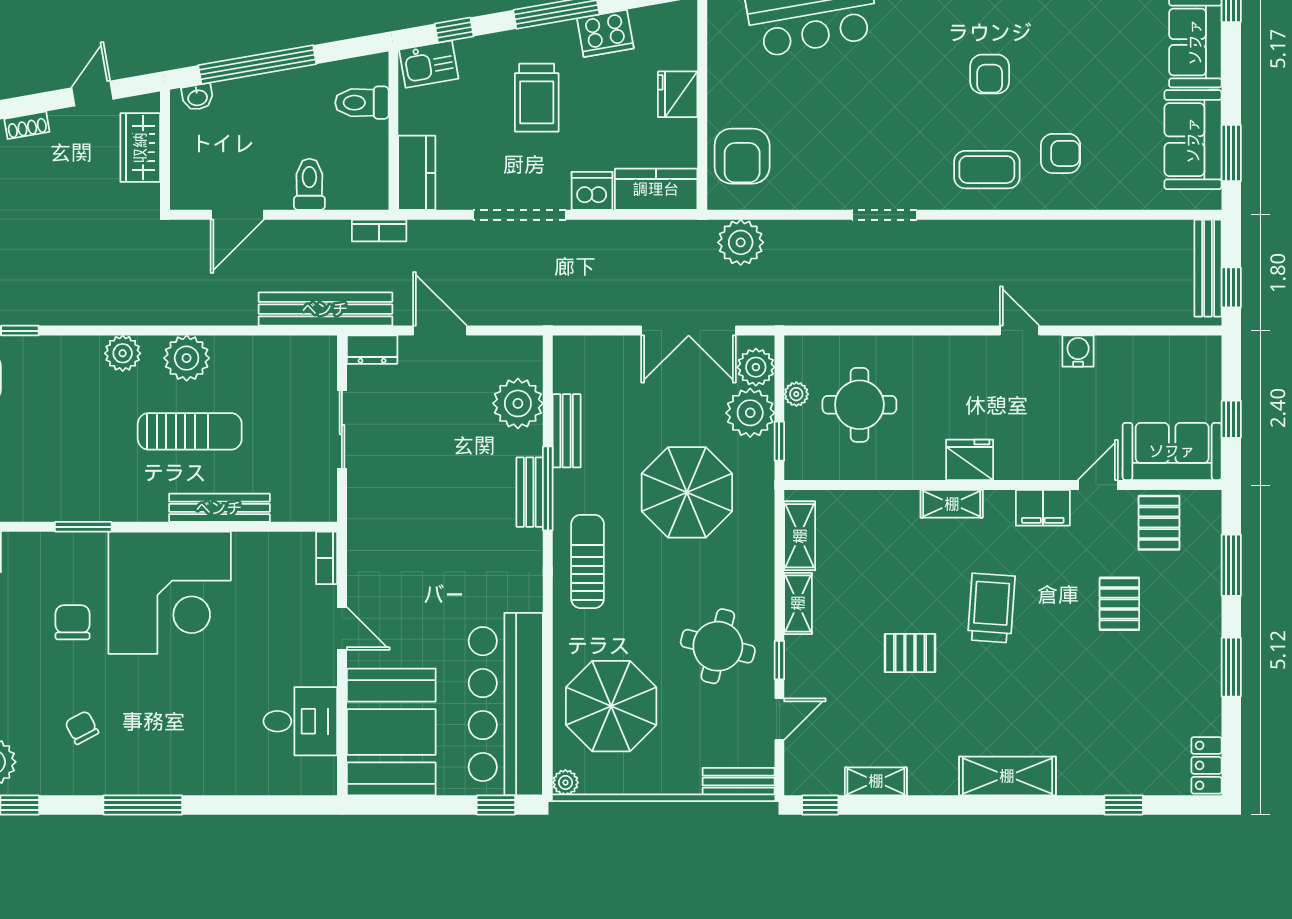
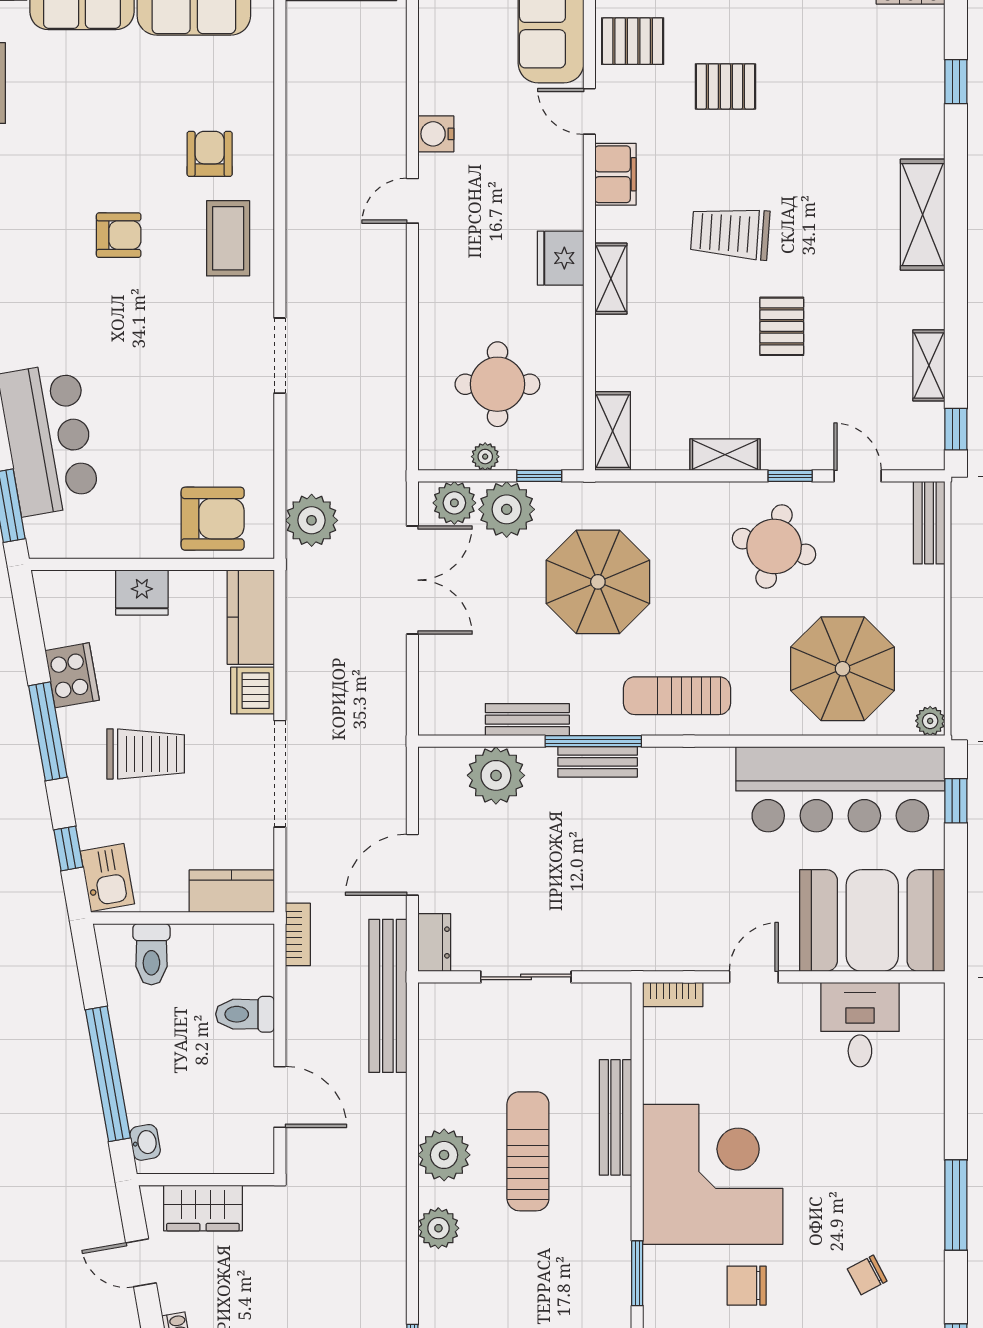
shelving: (800, 536) -> (613, 431), moved, turned 90

